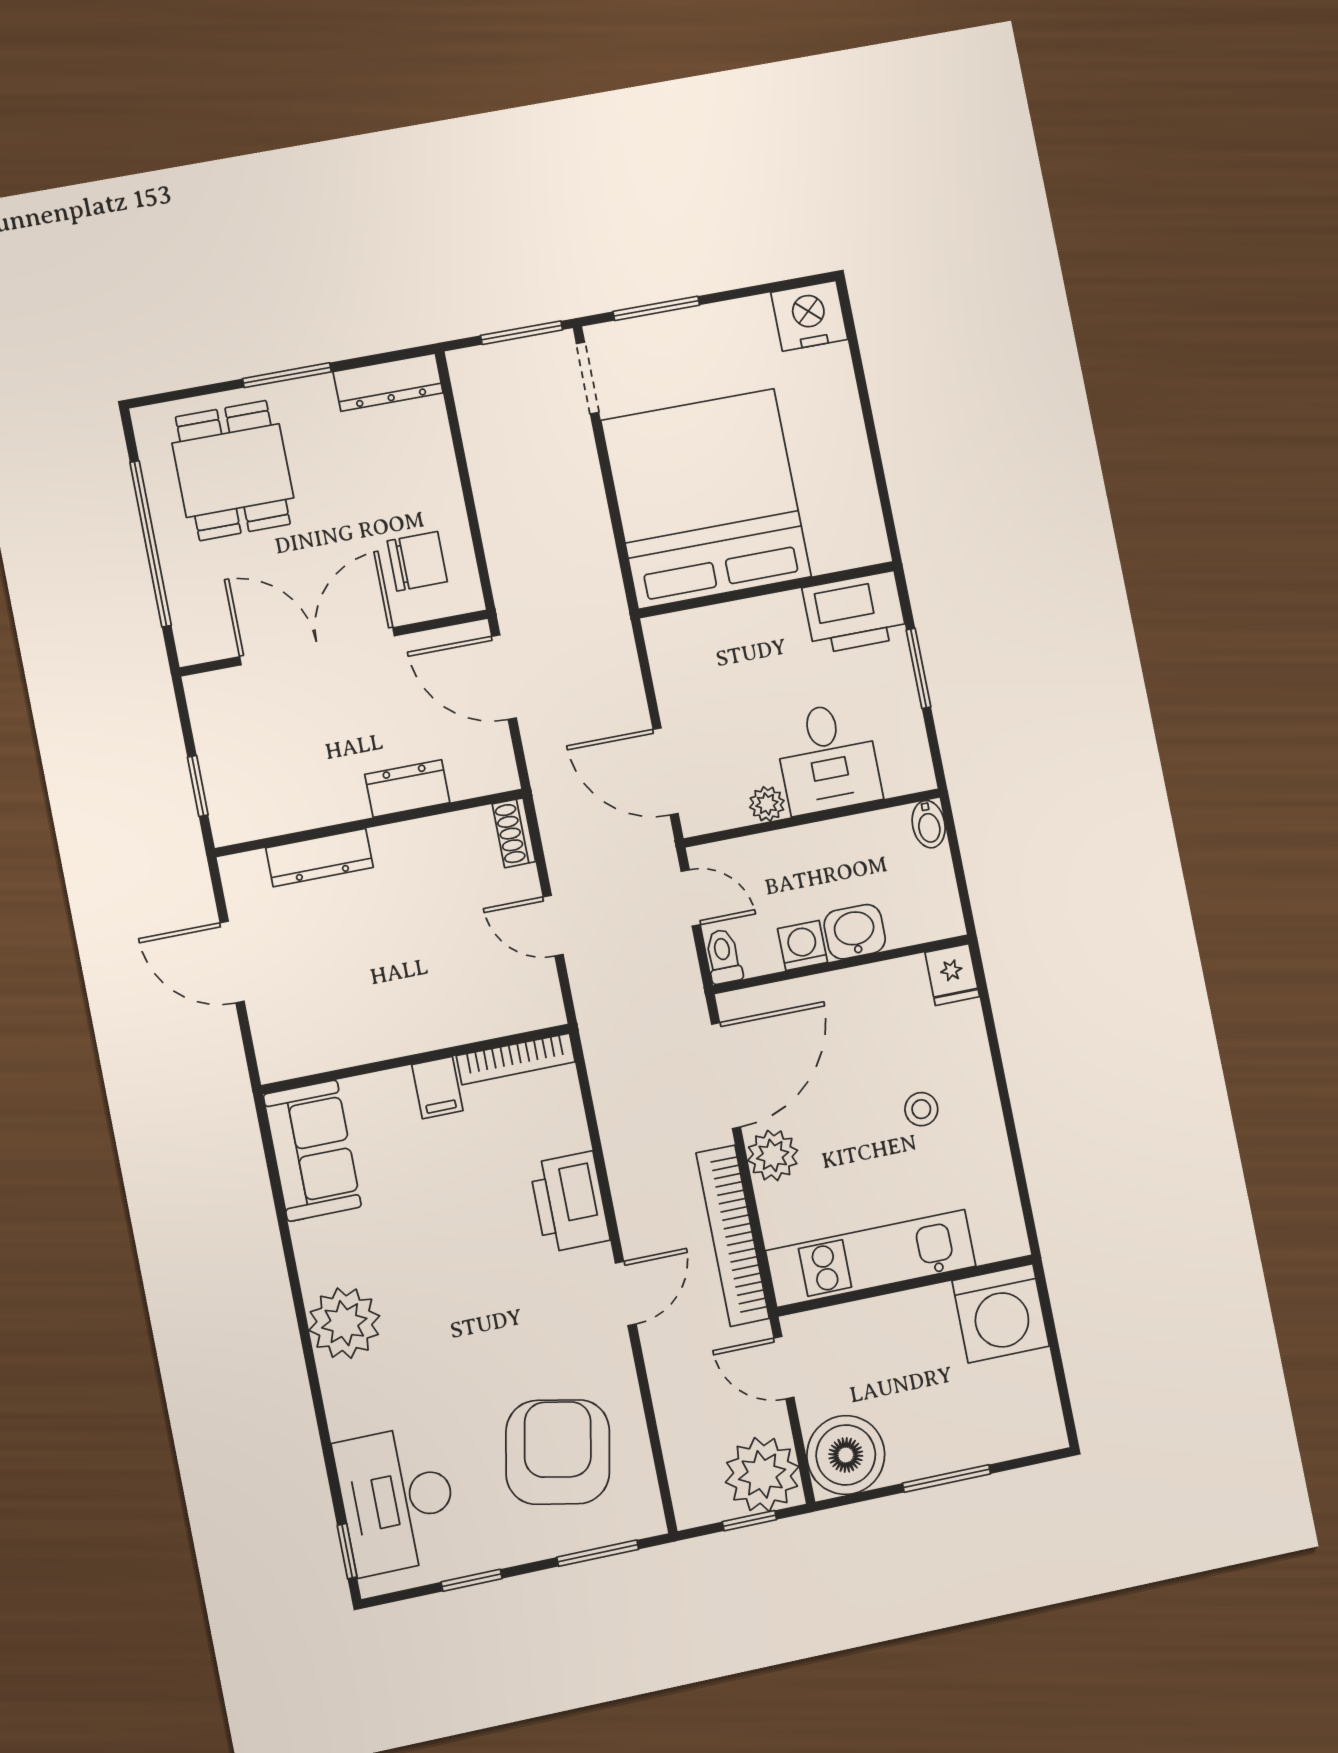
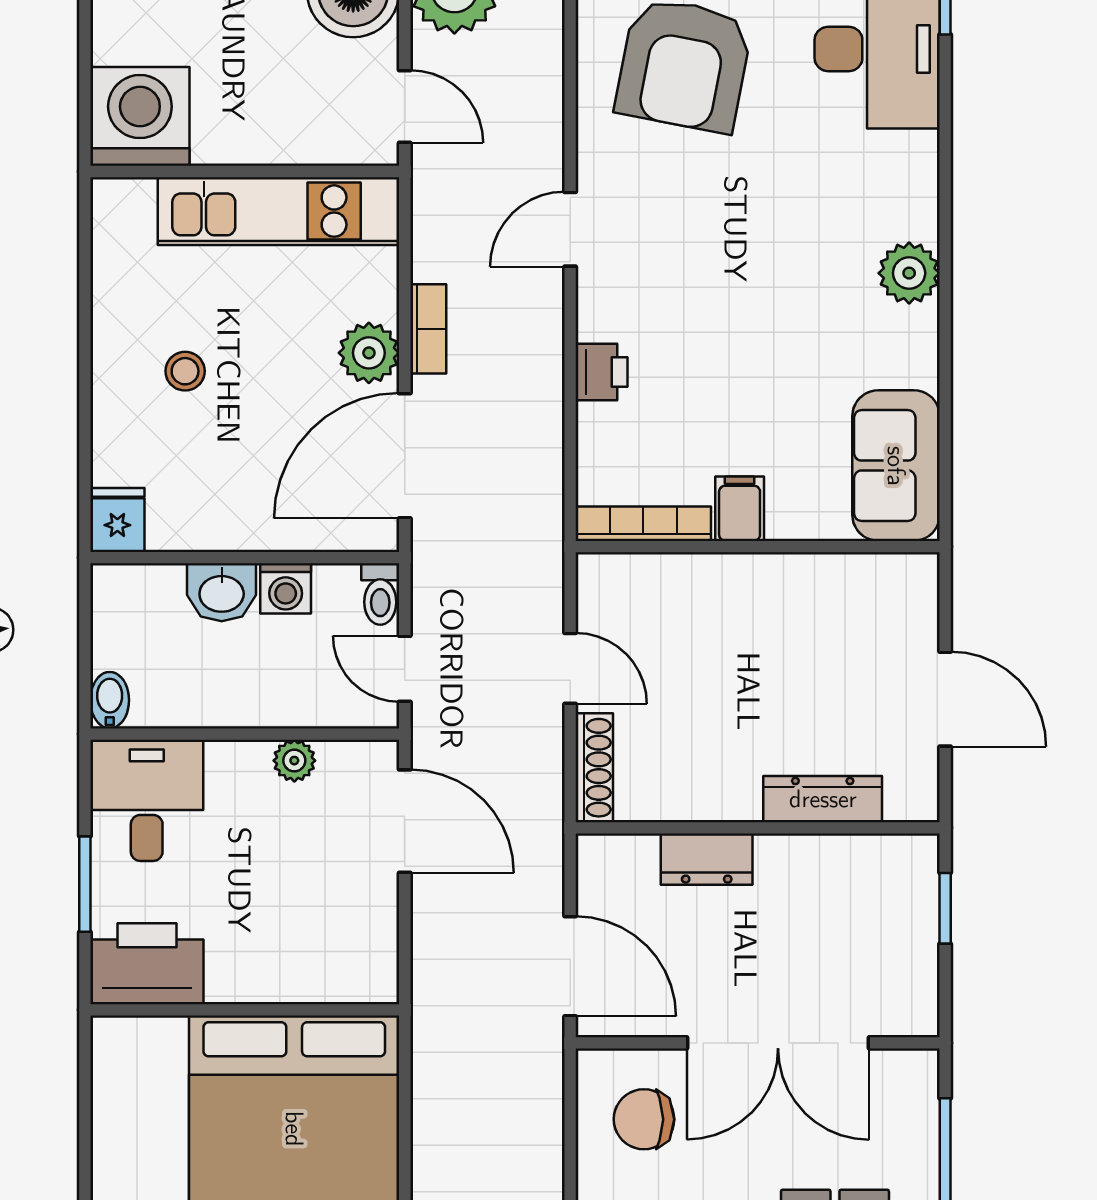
desk: (828, 758) -> (147, 800), moved
shoe rack: (514, 833) -> (594, 768), width x1.43
printer: (570, 1202) -> (602, 372), width x0.53, depth x0.68
bookcase: (733, 1236) -> (428, 329), width x0.43, depth x0.76
plant: (344, 1323) -> (909, 273), width x0.73, depth x0.73

